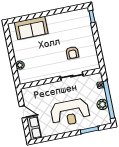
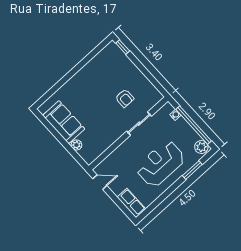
sofa: (31, 28) -> (64, 122), moved, turned -90
plant: (102, 104) -> (201, 147), moved
door: (23, 112) -> (100, 182), moved
reception desk: (70, 113) -> (160, 164), turned 180

